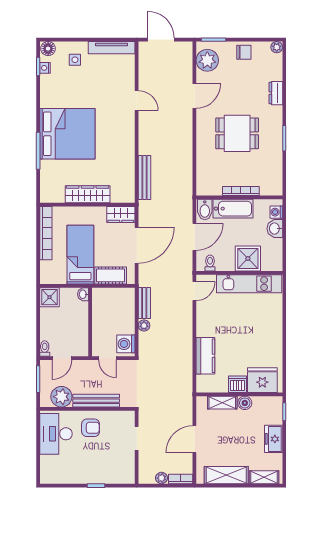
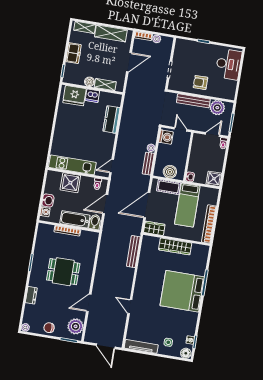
boiler: (112, 297) -> (170, 172), added
desk: (56, 434) -> (228, 64), moved

